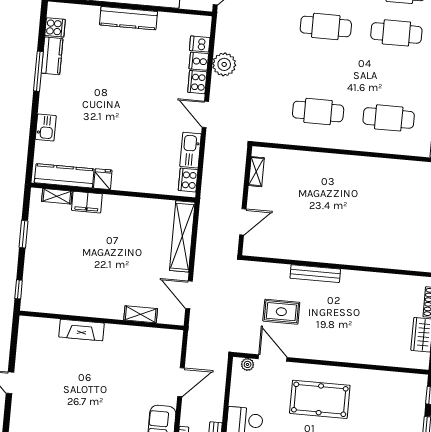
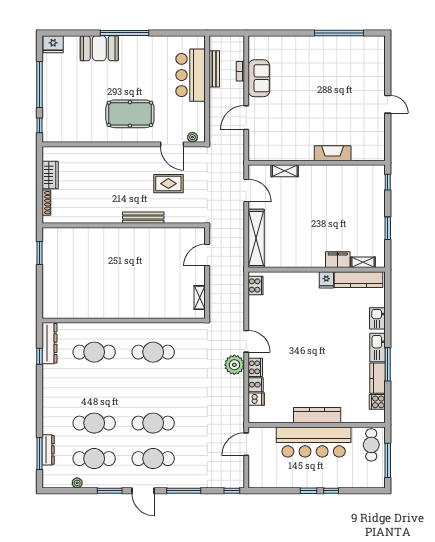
plant: (224, 64) -> (234, 365), moved
kitchen sink: (191, 150) -> (378, 347), moved, turned 180

